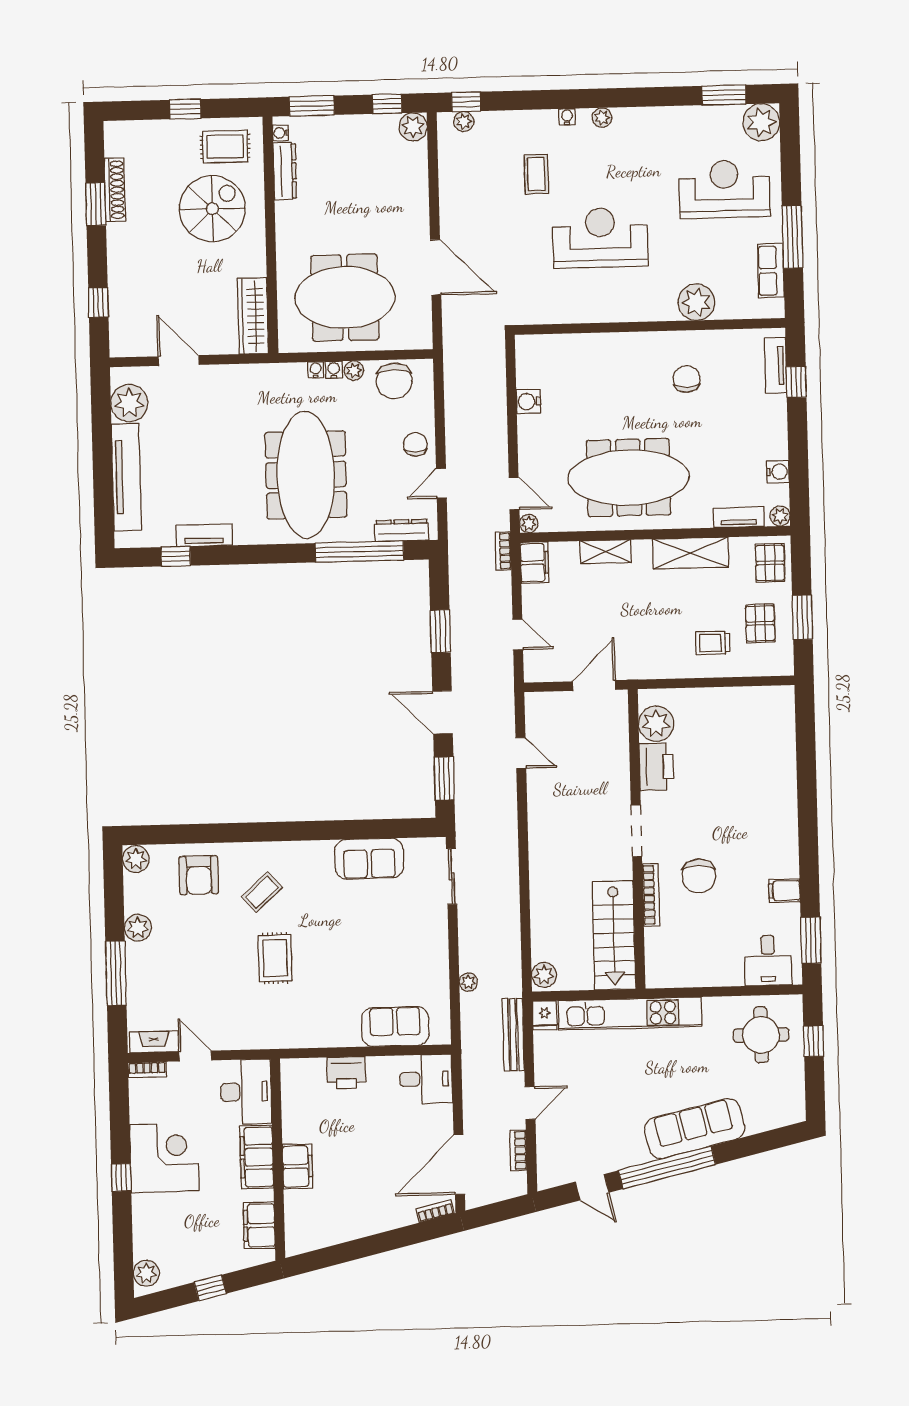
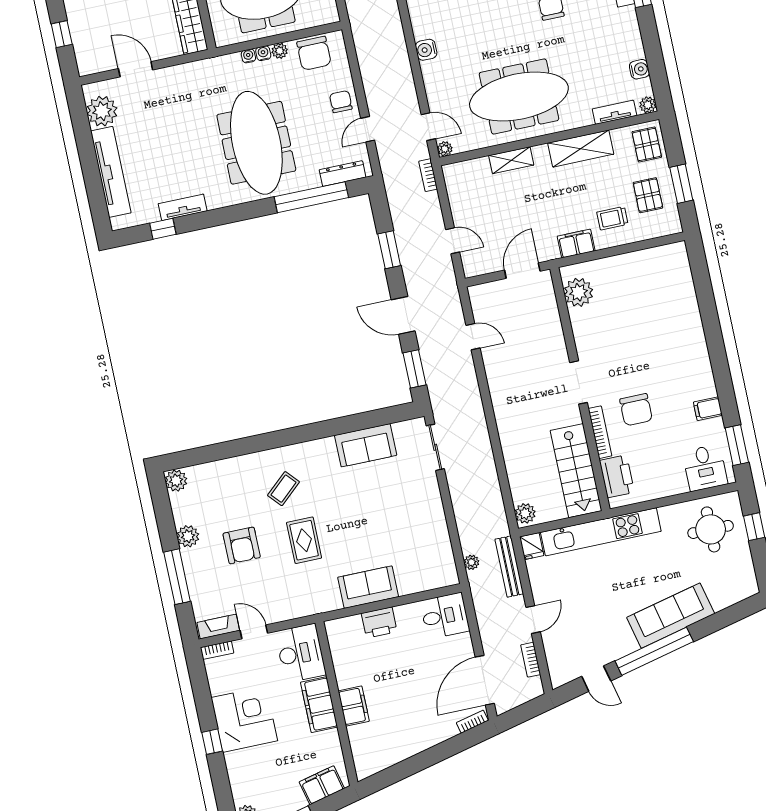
filing cabinet: (534, 563) -> (576, 244), moved, turned -90
printer: (656, 767) -> (617, 476), moved
armchair: (199, 875) -> (242, 545), moved
plant: (468, 982) -> (472, 562), moved
sofa: (395, 1027) -> (368, 587), moved
filing cabinet: (259, 1225) -> (322, 785), moved, turned 77

